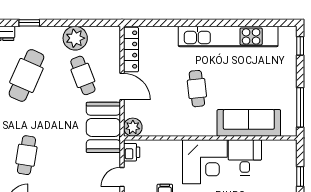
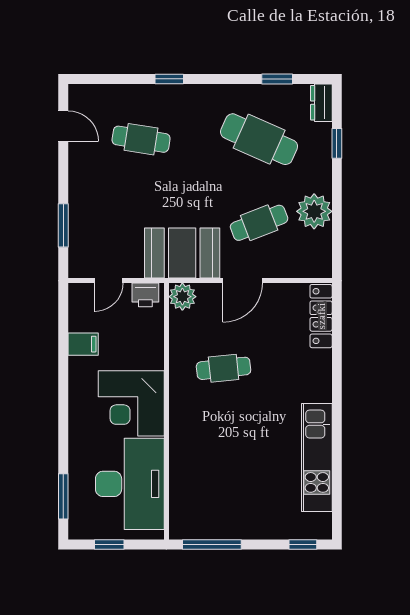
kitchen unit: (228, 36) -> (317, 458), width x0.73
locker: (131, 50) -> (321, 316), moved, turned 90
cafe table: (197, 89) -> (224, 368), moved
sofa: (249, 123) -> (189, 468), removed
desk: (245, 157) -> (130, 484), width x1.87, depth x1.30
door: (122, 177) -> (109, 281), swing flipped

